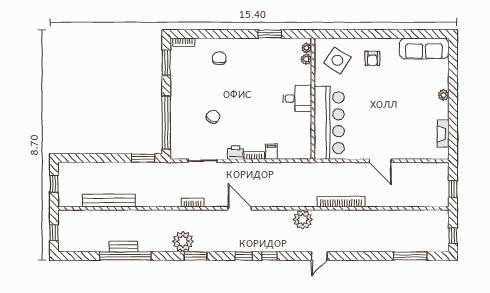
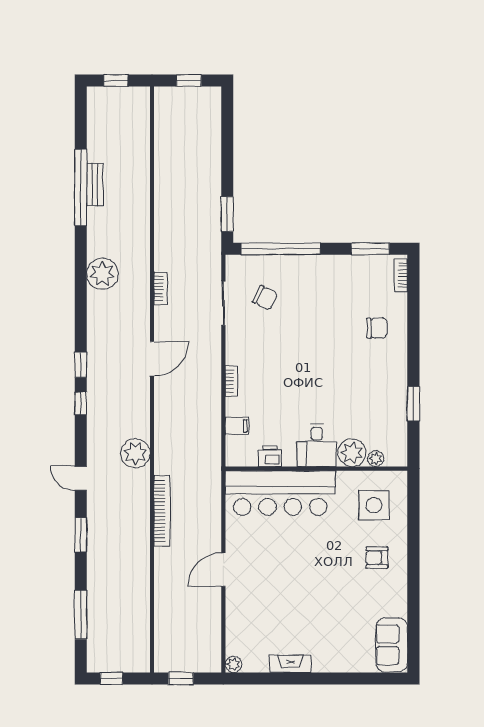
plant: (307, 48) -> (352, 453), moved, width x1.88, depth x1.88
sofa: (424, 48) -> (392, 645), width x0.73
side table: (337, 60) -> (374, 505), turned -33
plant: (443, 95) -> (234, 664), moved
chair: (213, 117) -> (265, 298), moved
fireplace: (443, 134) -> (290, 664), moved
filing cabinet: (271, 152) -> (237, 426), moved
printer: (235, 153) -> (270, 456), moved, turned -90
bench: (109, 200) -> (164, 163), removed
window: (196, 256) -> (81, 535), moved

